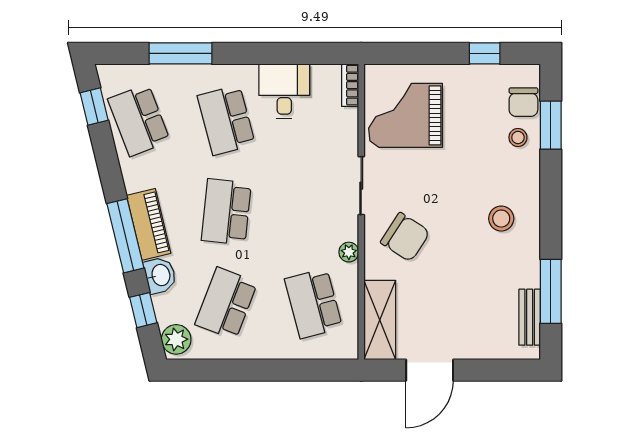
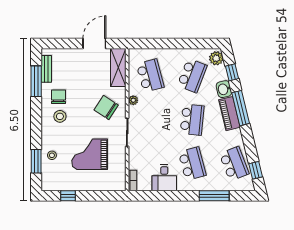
chair: (523, 102) -> (59, 97), moved
grand piano: (405, 115) -> (90, 154), moved, turned 180

